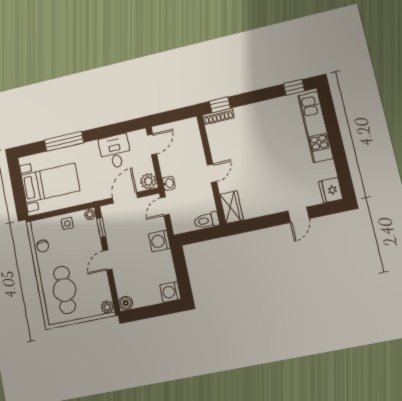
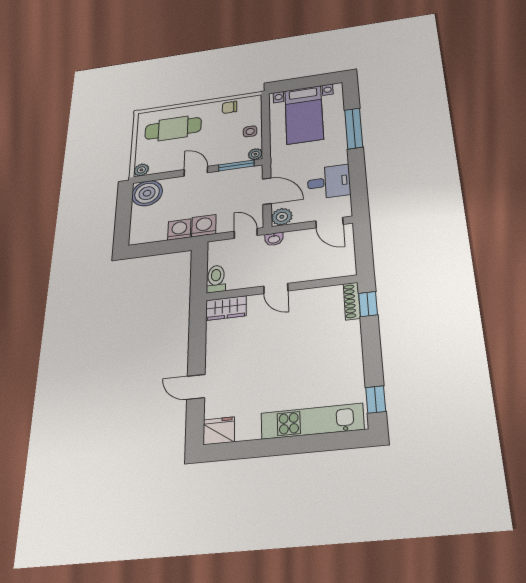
window: (101, 228) -> (236, 165), width x1.50
washing machine: (170, 292) -> (179, 229), moved
boiler: (126, 303) -> (147, 193), width x1.86, depth x1.86

